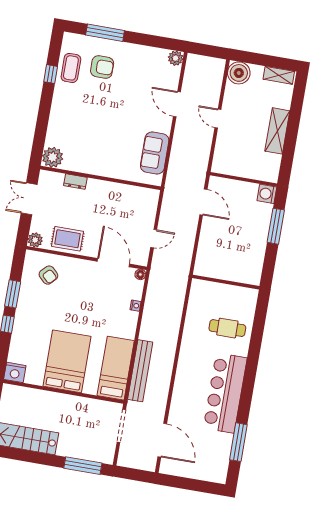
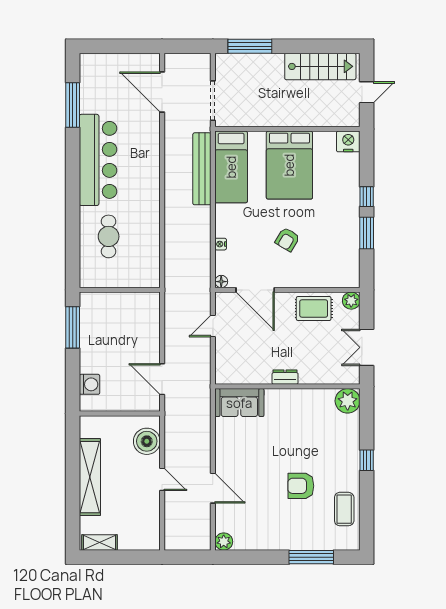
armchair: (102, 67) -> (301, 486), moved
boiler: (239, 73) -> (147, 441), moved
window: (51, 74) -> (367, 460), moved
shelving: (277, 131) -> (90, 477), width x1.47
sofa: (155, 153) -> (239, 403), moved, turned 90
dresser: (75, 182) -> (285, 377), moved
washing machine: (267, 194) -> (90, 384), moved
double door: (29, 199) -> (367, 347), swing flipped
window: (276, 226) -> (73, 327), moved
armchair: (48, 275) -> (287, 239), moved, turned -103
cafe table: (227, 328) -> (109, 236), turned 90

